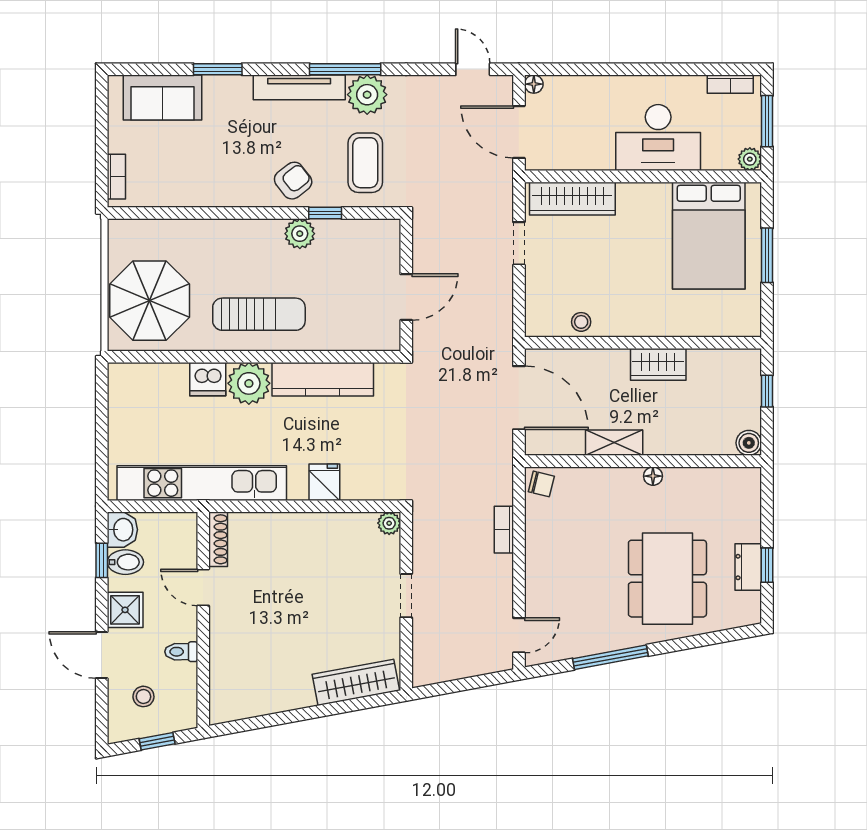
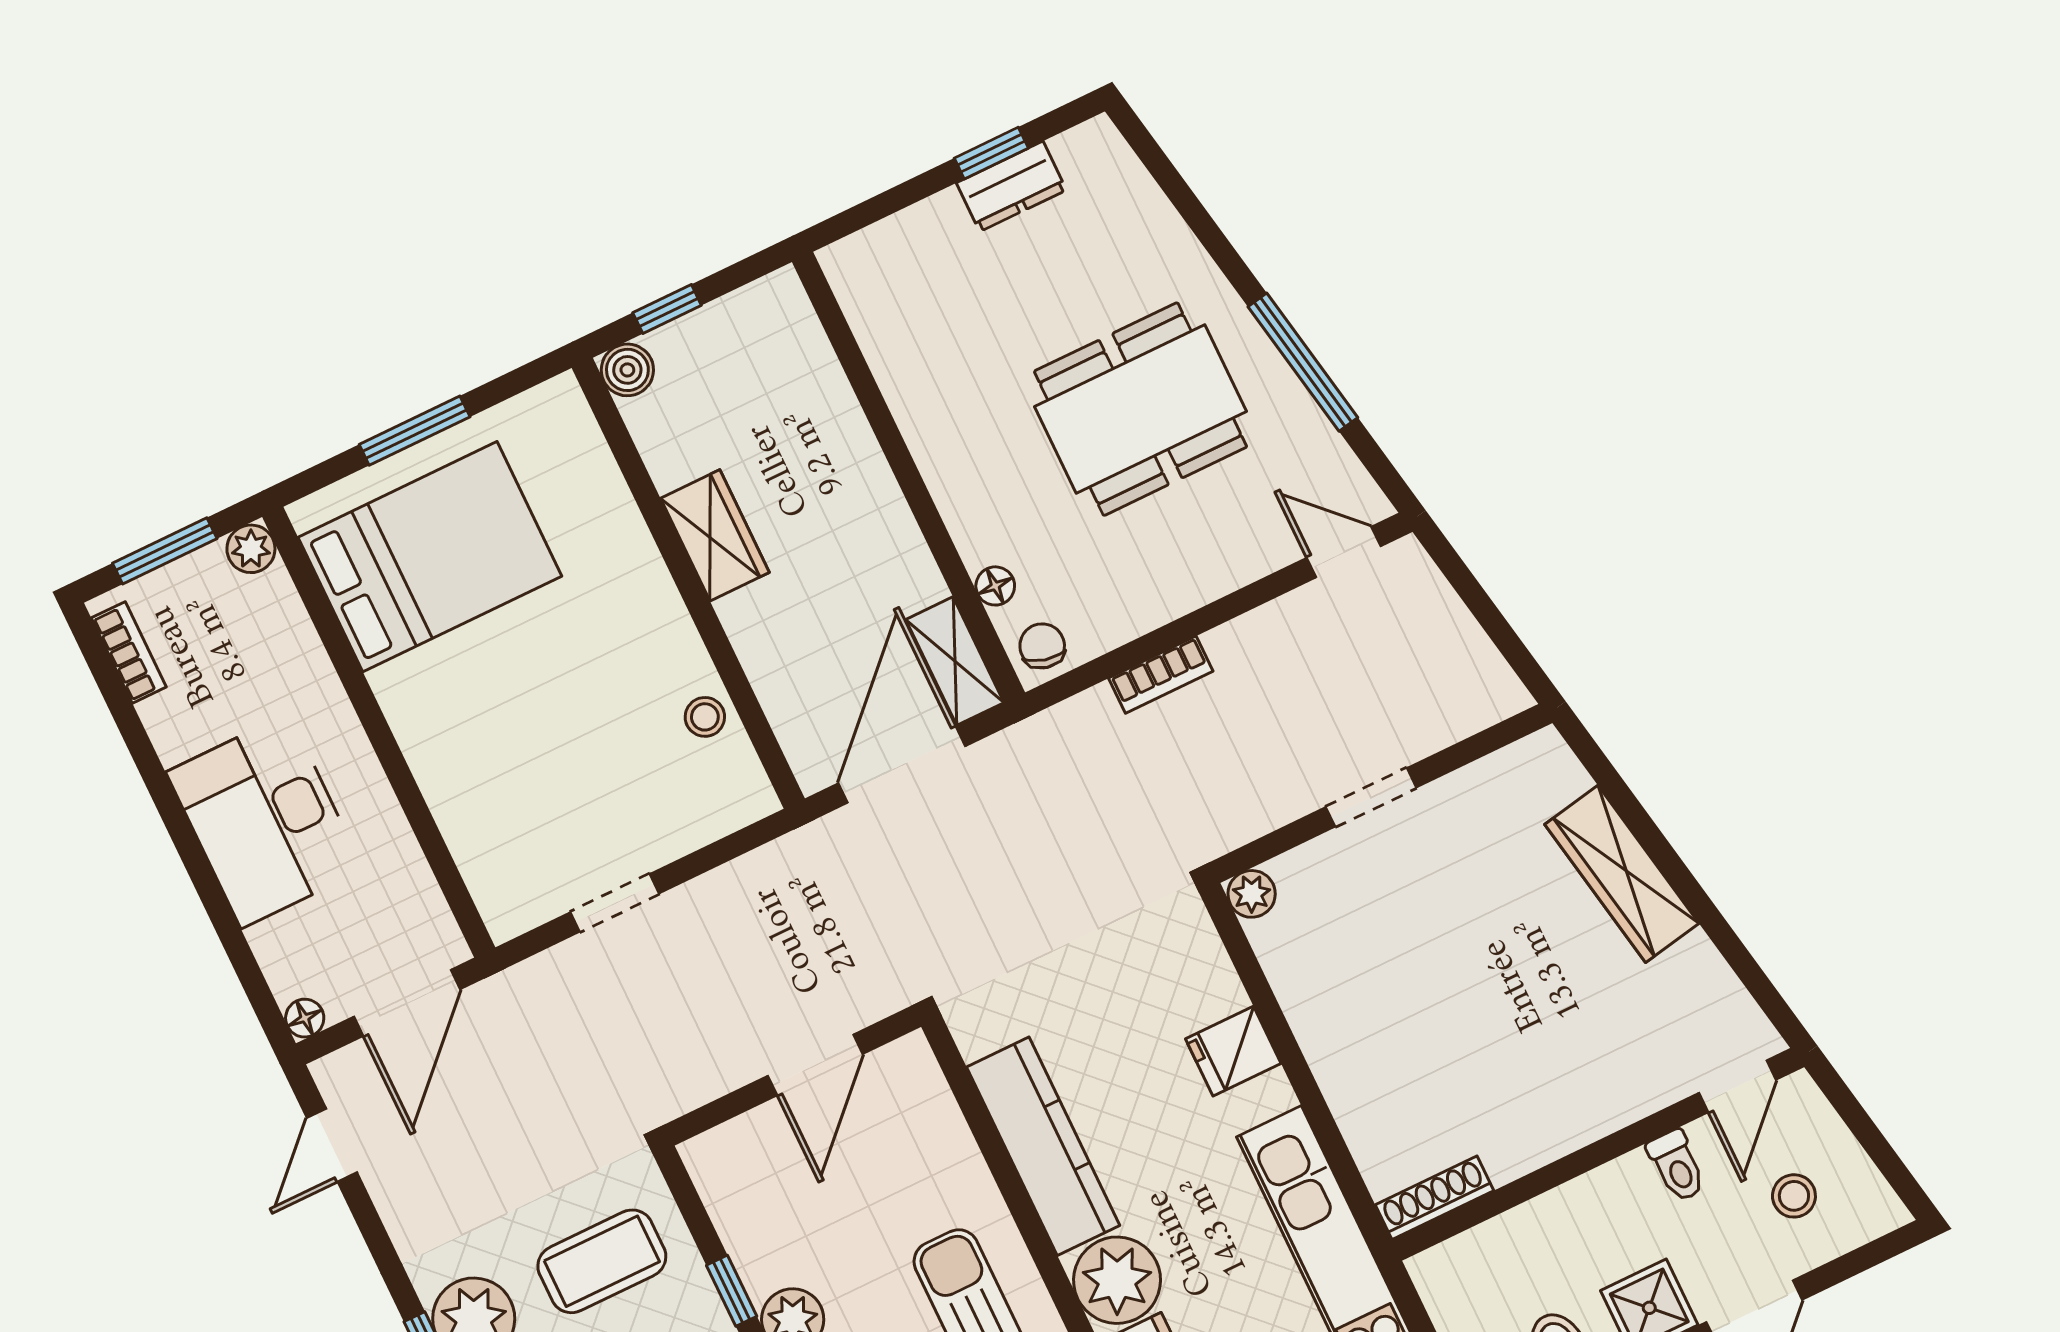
desk: (658, 138) -> (265, 821), moved, turned 180
wardrobe: (572, 199) -> (483, 844), removed
door: (406, 297) -> (815, 1065), swing flipped
shelving: (614, 443) -> (955, 661), moved
boiler: (749, 443) -> (627, 370), moved
floor lamp: (653, 476) -> (995, 586), moved
dining table: (667, 579) -> (1141, 409), moved
door: (203, 587) -> (1737, 1086), moved
wardrobe: (356, 682) -> (1622, 874), moved
window: (157, 741) -> (1865, 1131), removed

